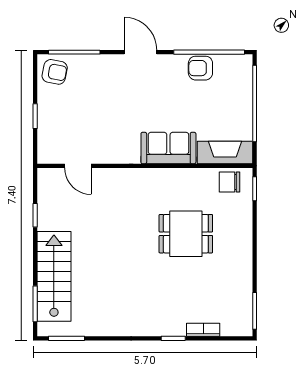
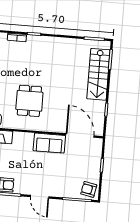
sofa: (168, 148) -> (49, 143), moved
door: (78, 166) -> (80, 135), width x1.87
dining table: (186, 234) -> (29, 101), moved, turned 90

